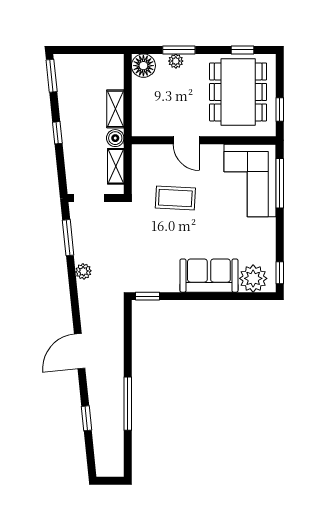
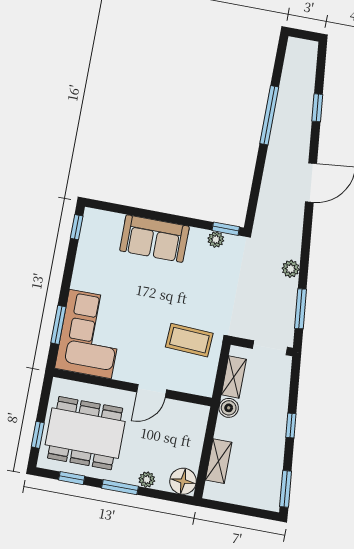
window: (179, 50) -> (120, 487), moved
dining table: (238, 92) -> (85, 433), turned 90
shelving: (115, 109) -> (219, 461), moved
window: (280, 109) -> (38, 435), moved
door: (186, 140) -> (152, 391), swing flipped
window: (280, 183) -> (58, 325), width x0.69
coffee table: (175, 198) -> (189, 340), moved
plant: (253, 278) -> (216, 239), moved, width x0.53, depth x0.53

